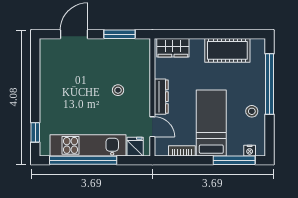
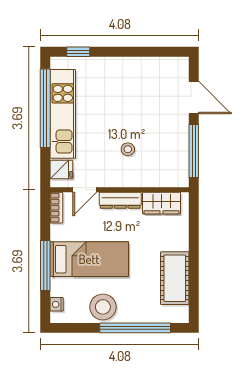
window: (119, 34) -> (194, 151), width x1.44
wardrobe: (173, 48) -> (162, 203), moved, turned -90
stool: (252, 111) -> (103, 307), width x1.89, depth x1.89
bookcase: (182, 151) -> (56, 208), moved
window: (234, 160) -> (45, 265), moved

